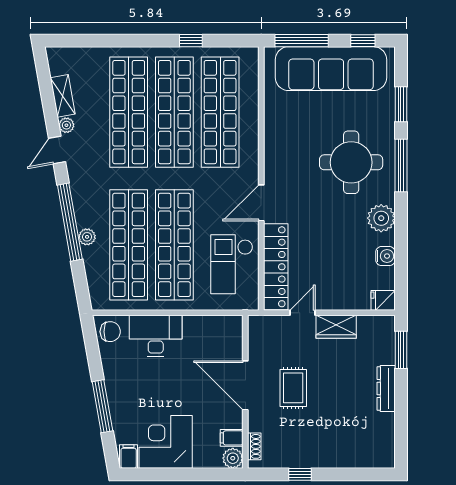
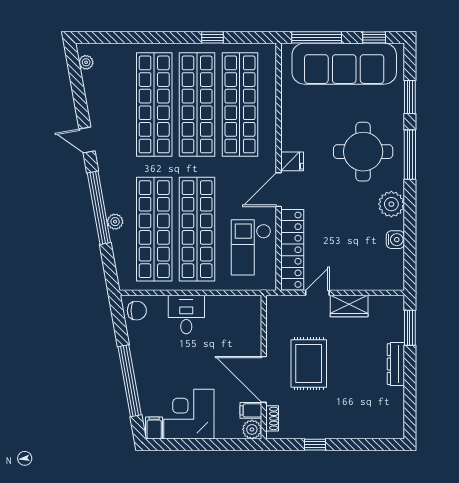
shelving: (63, 96) -> (92, 89), removed
plant: (66, 125) -> (86, 62), moved
door: (57, 150) -> (87, 140), hinge flipped
fridge: (383, 300) -> (292, 161), moved, turned 180
desk: (156, 336) -> (186, 315), width x0.73
door: (245, 385) -> (264, 379), moved
rug: (293, 388) -> (309, 363), width x1.36, depth x1.43
window: (103, 406) -> (130, 381), width x1.46

